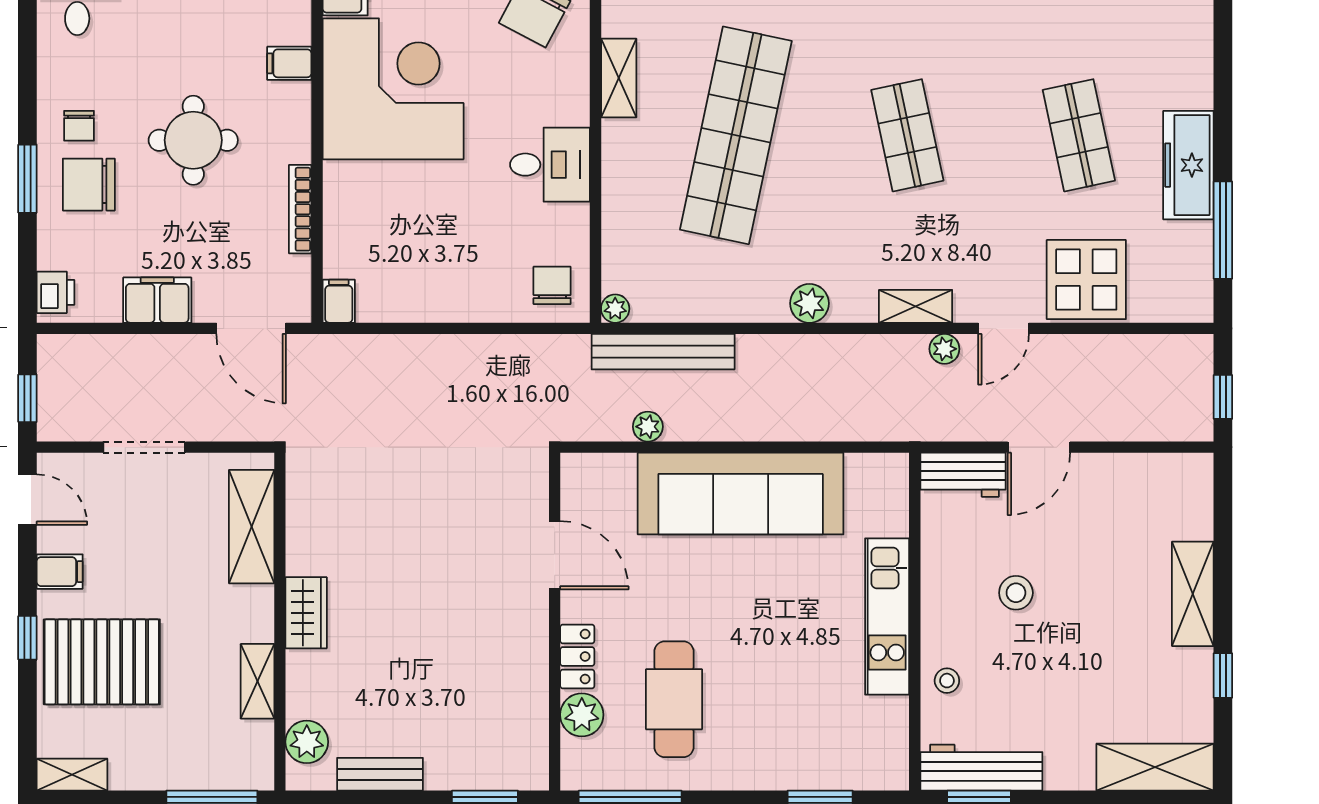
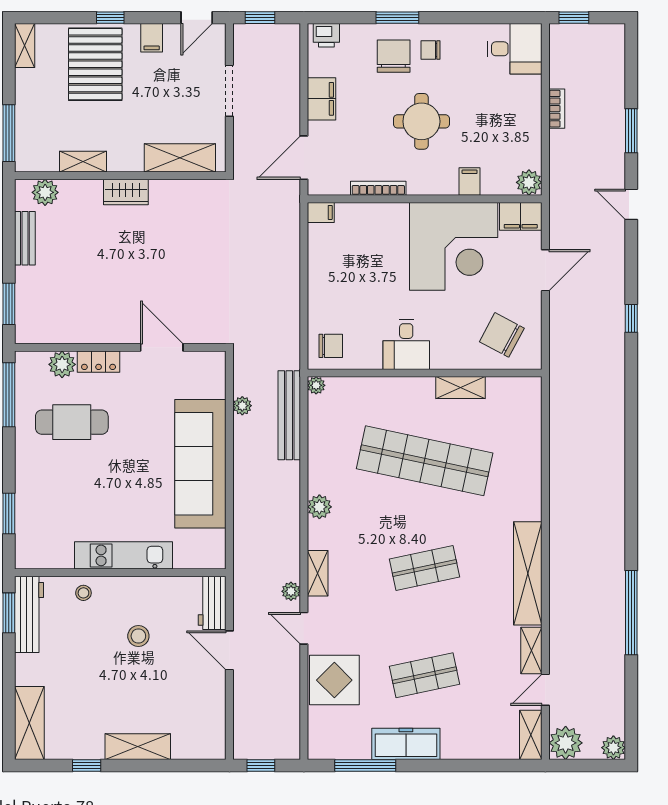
door: (555, 555) -> (162, 347), swing flipped

